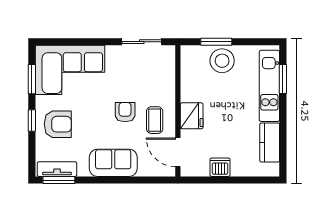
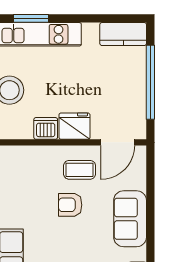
kitchen counter: (270, 143) -> (123, 34), moved
dishwasher: (220, 167) -> (46, 128), moved, turned 90
window: (229, 180) -> (150, 82), added

